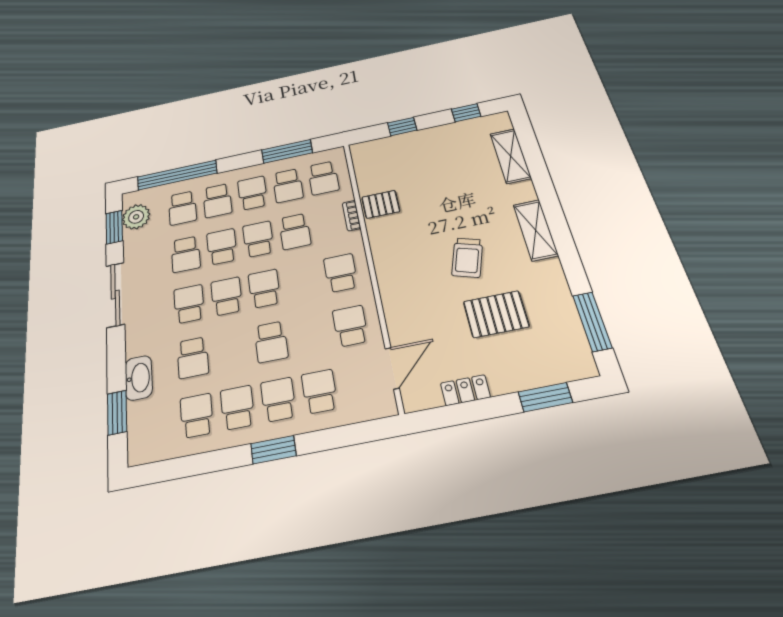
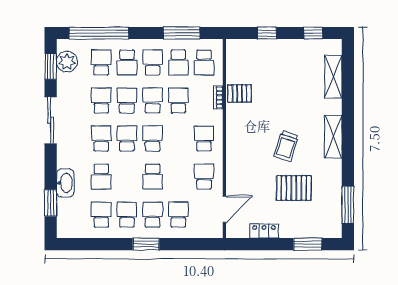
school desk: (182, 208) -> (101, 62), turned 180
school desk: (295, 231) -> (178, 100), turned 180
school desk: (186, 254) -> (101, 100), turned 180

